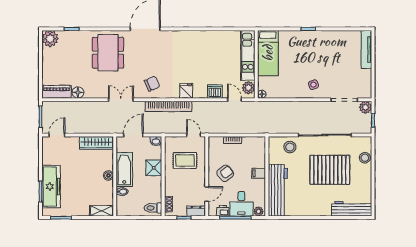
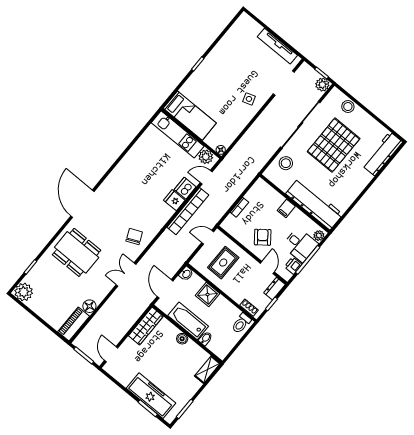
tv unit: (366, 50) -> (277, 46), moved
fridge: (186, 91) -> (174, 200), moved
bookcase: (168, 106) -> (188, 211), moved
plant: (365, 107) -> (322, 85), moved

